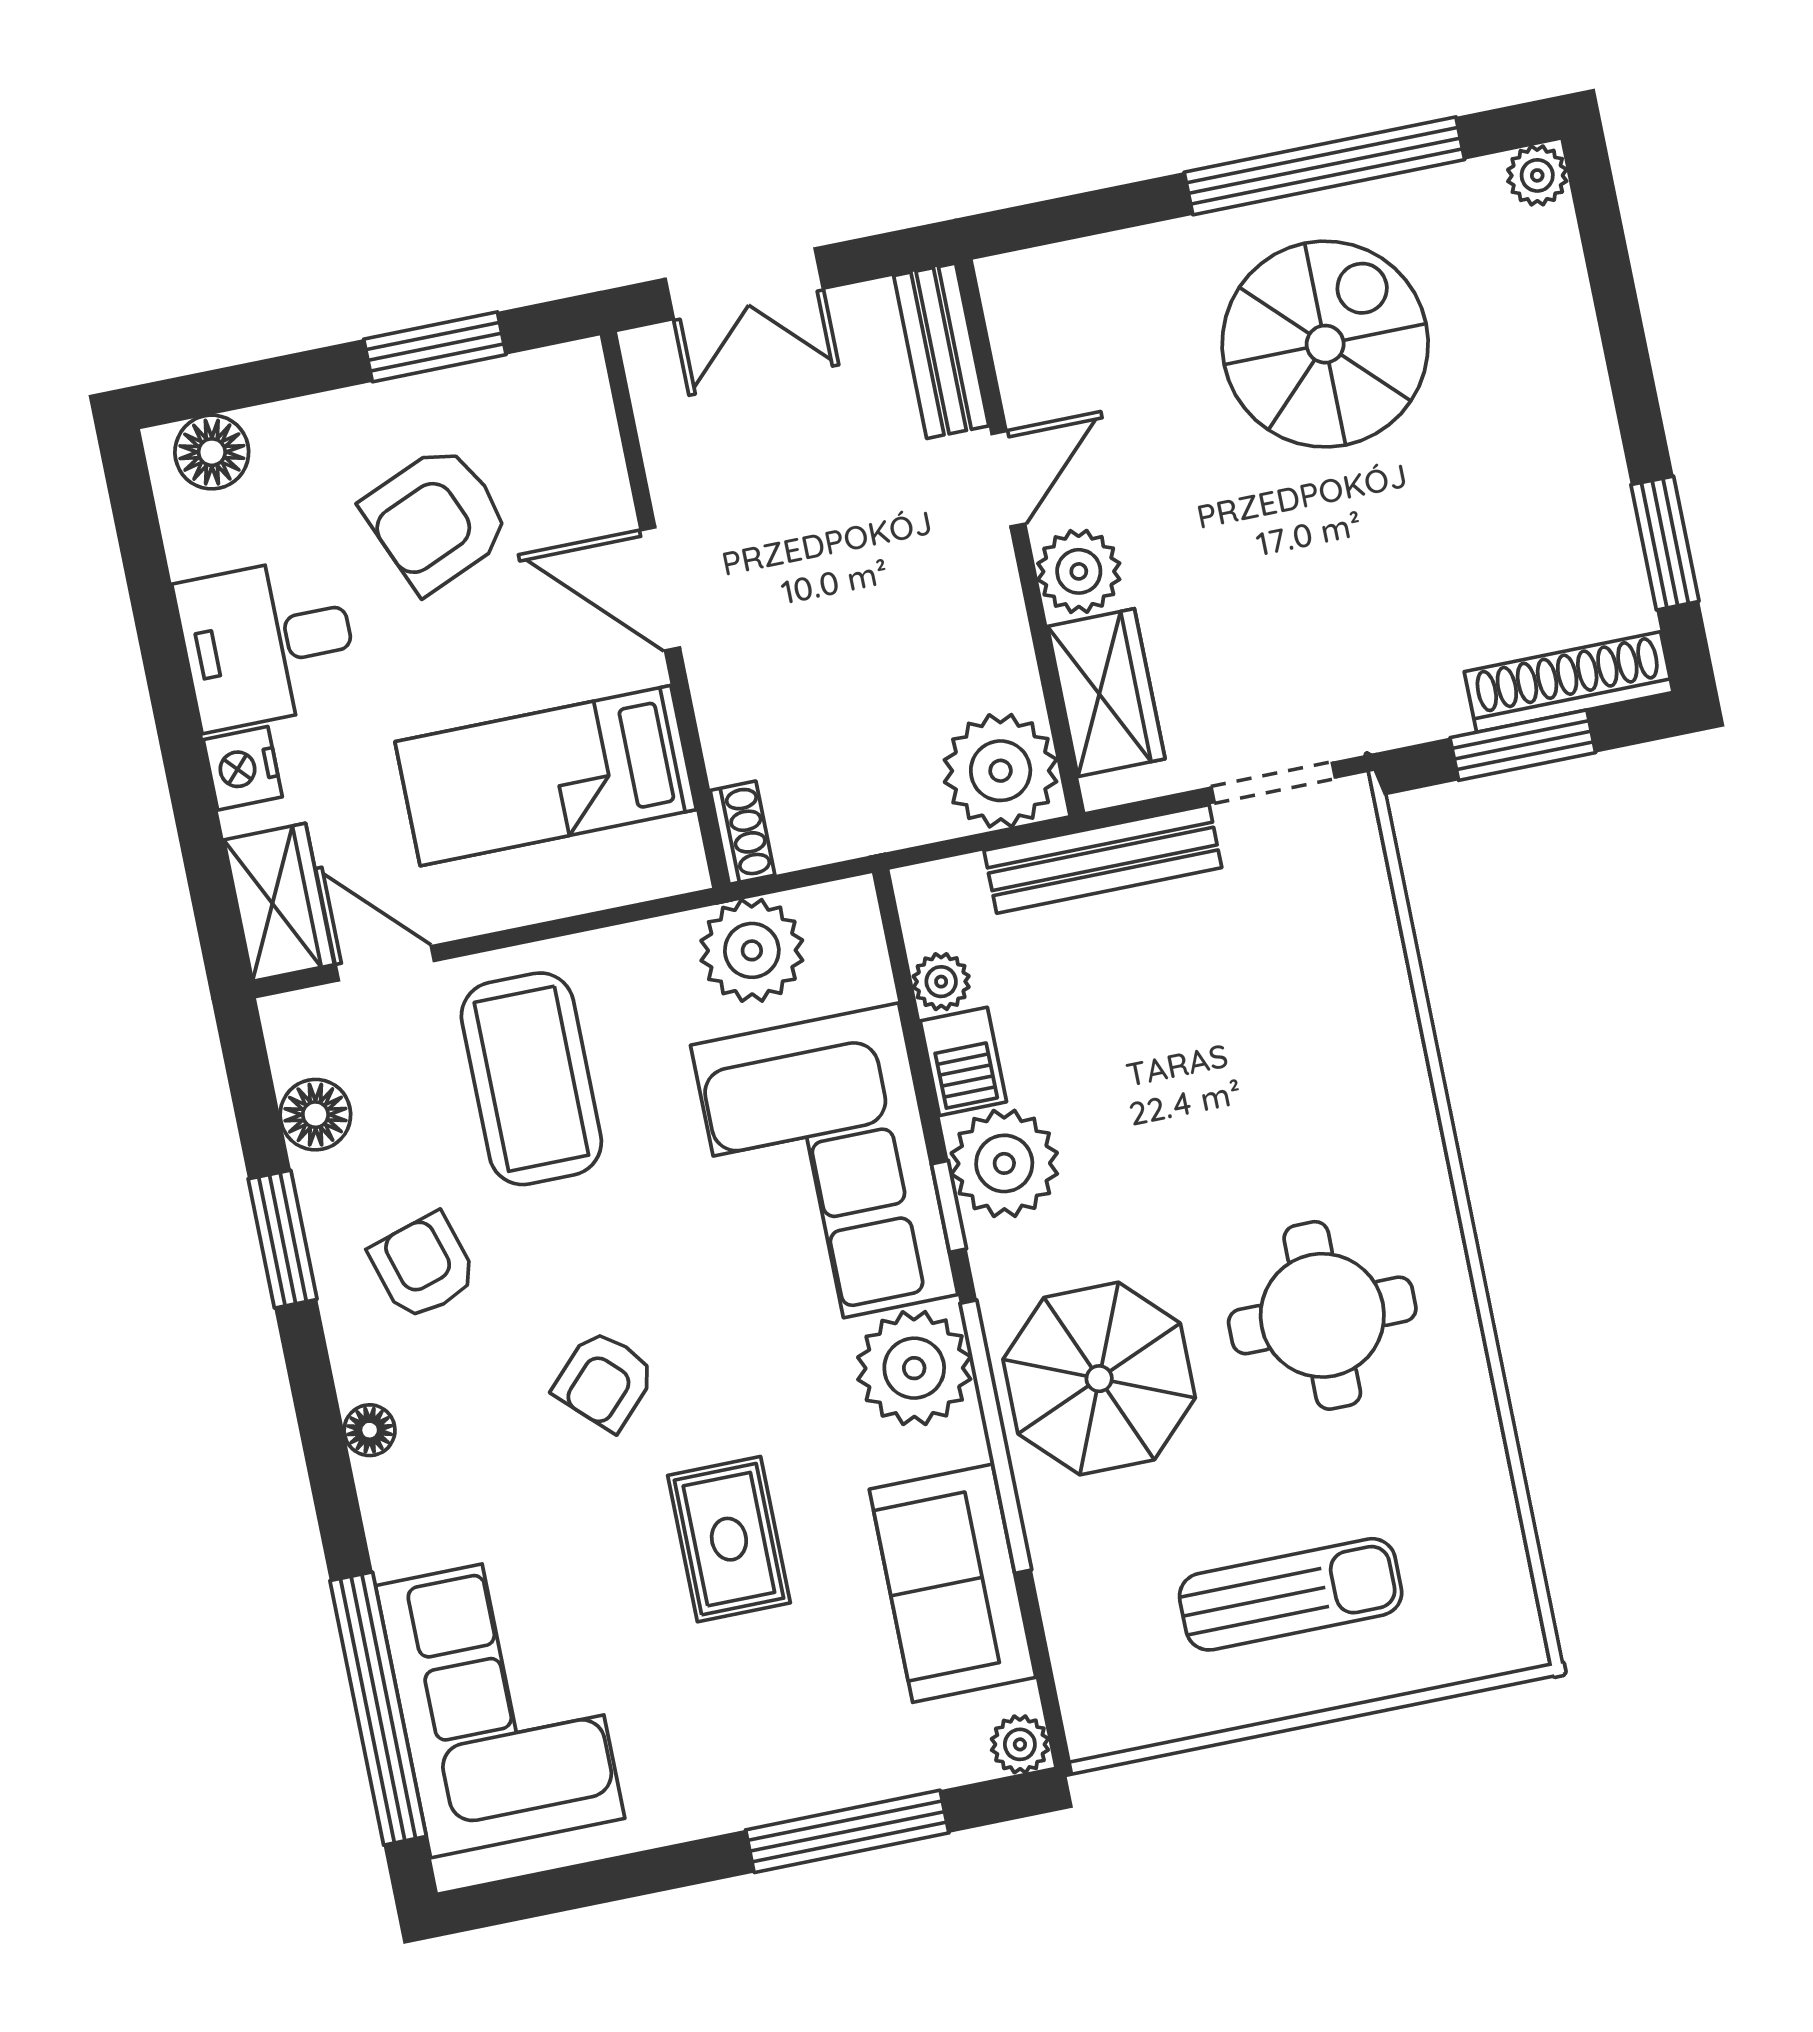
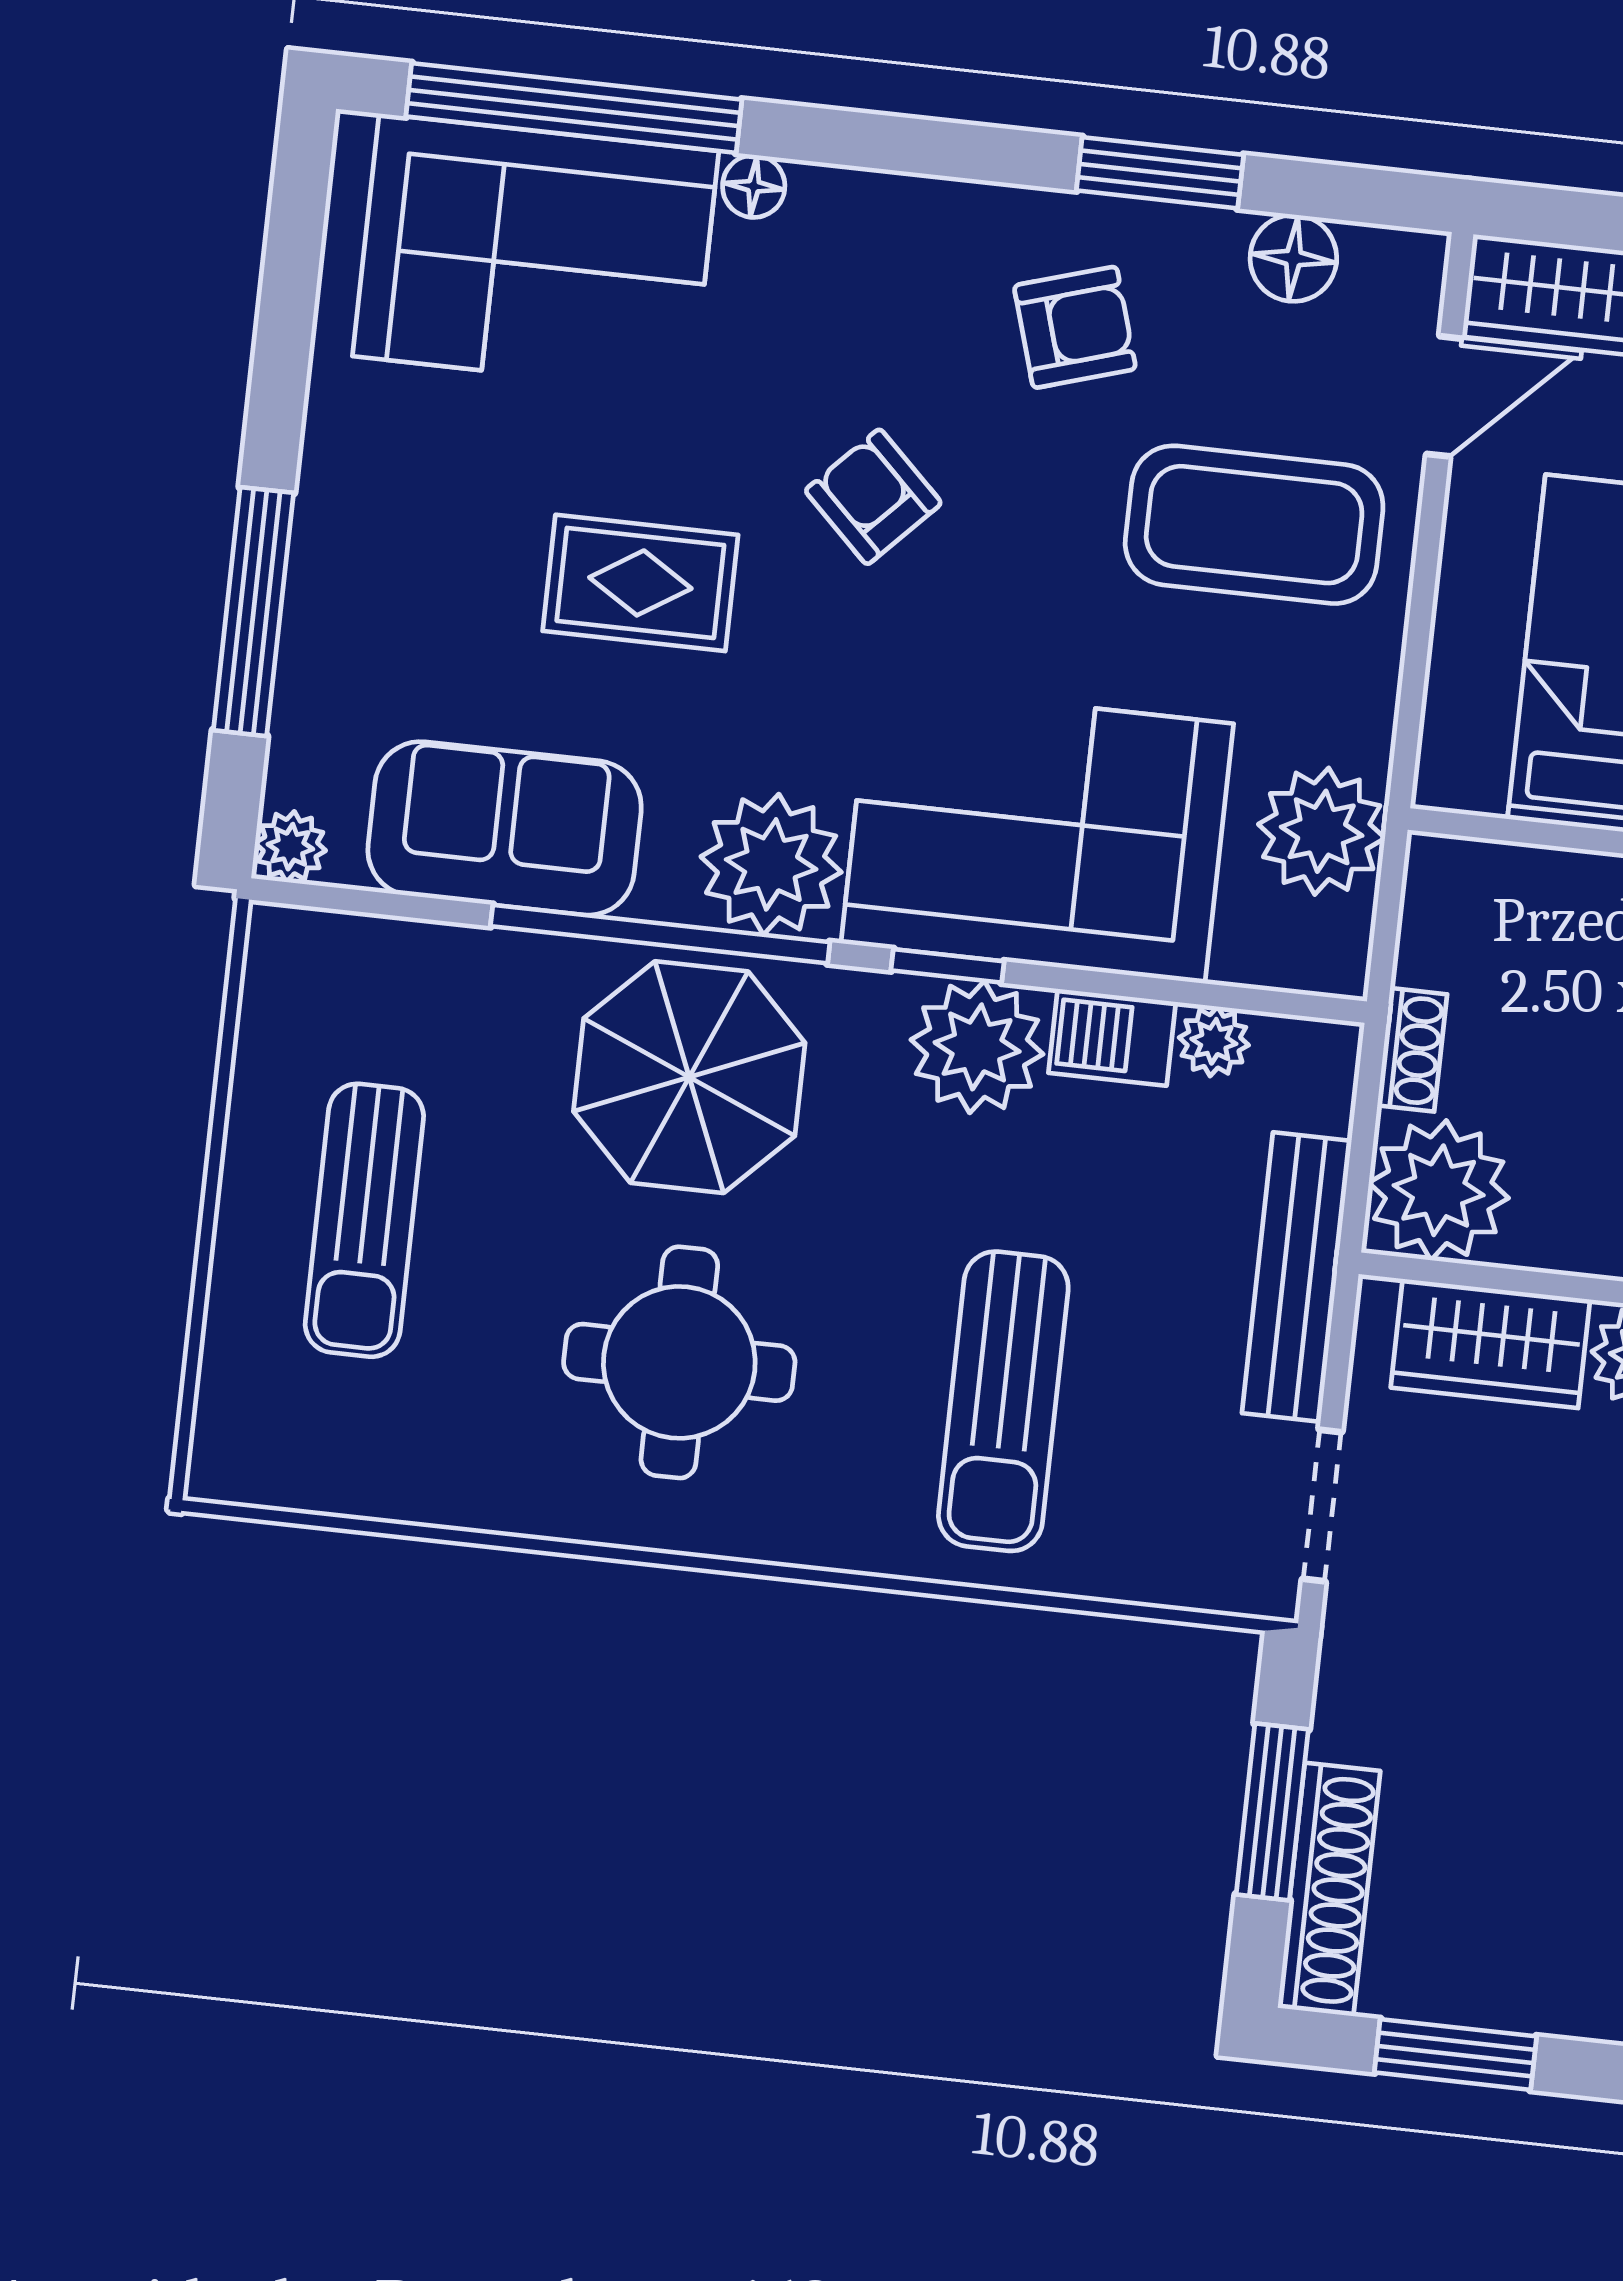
shoe rack: (743, 833) -> (1412, 1050), moved, turned -90
sun lounger: (1272, 1055) -> (1003, 1401), added
floor lamp: (370, 1430) -> (754, 186), moved

